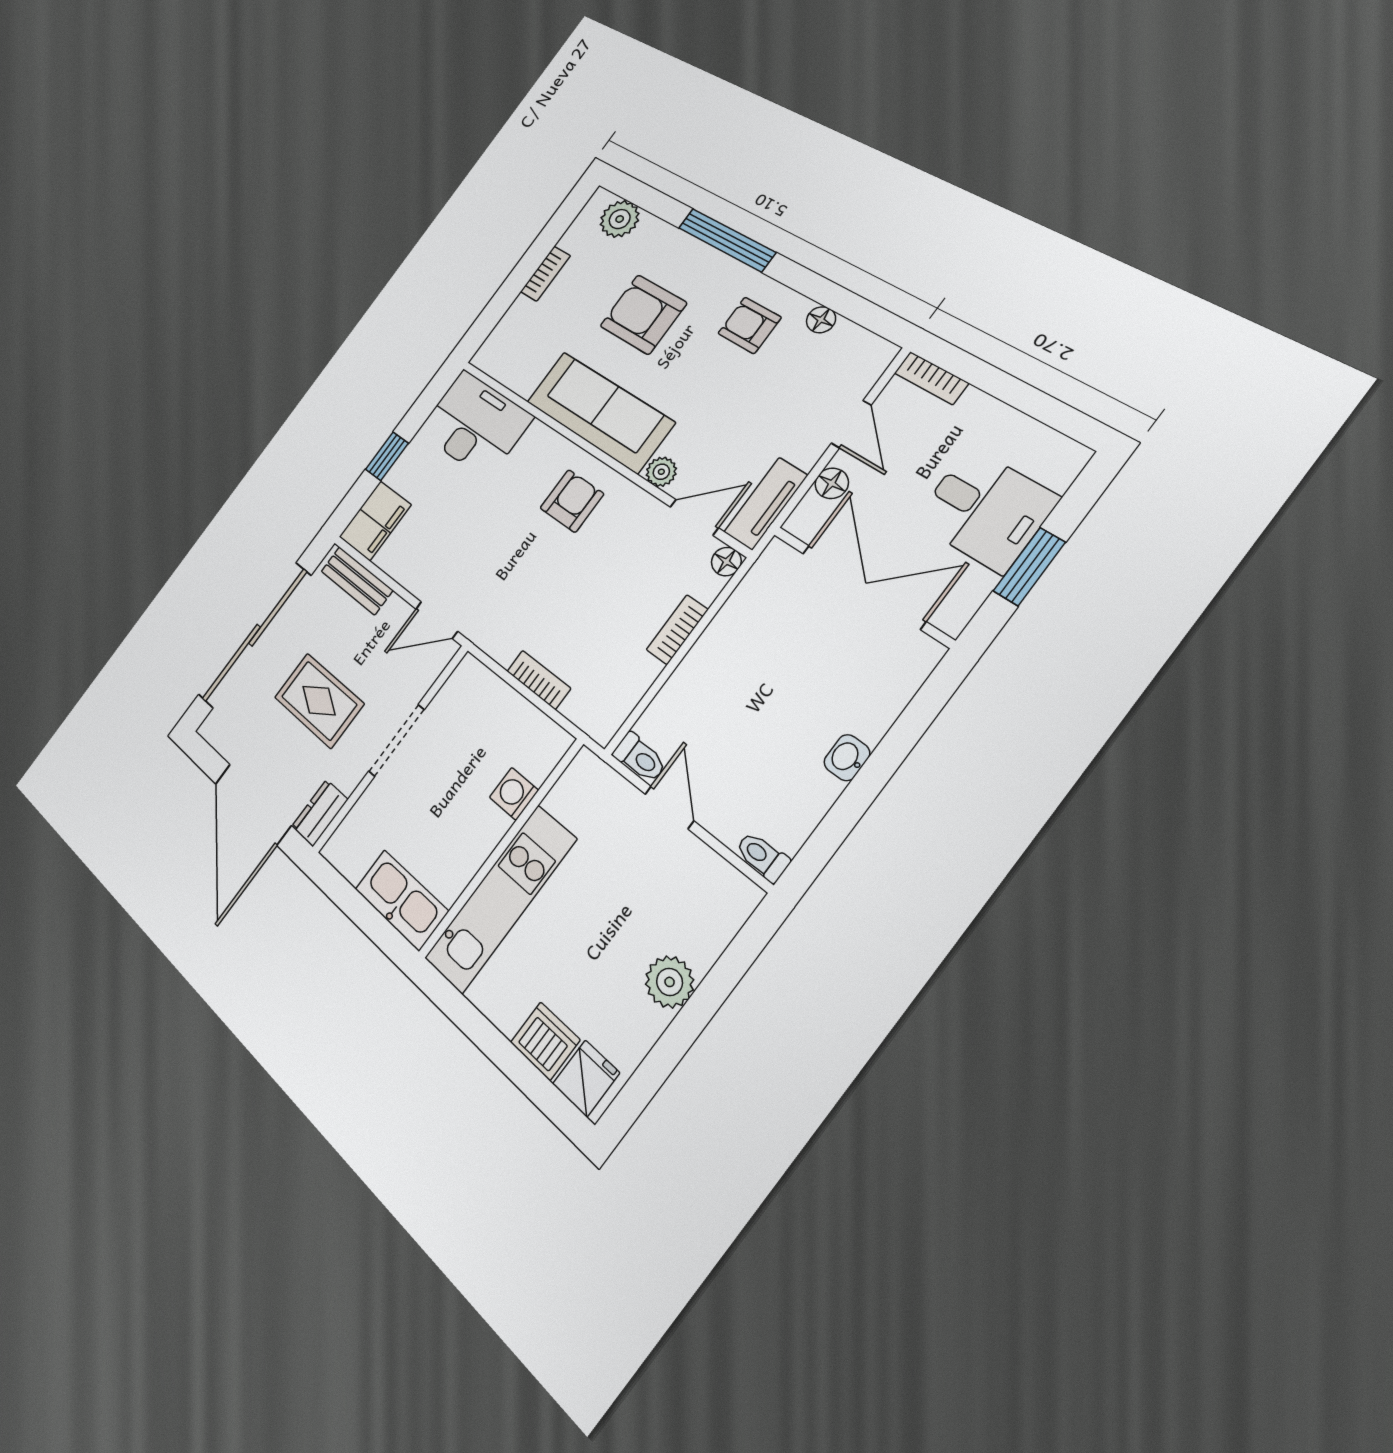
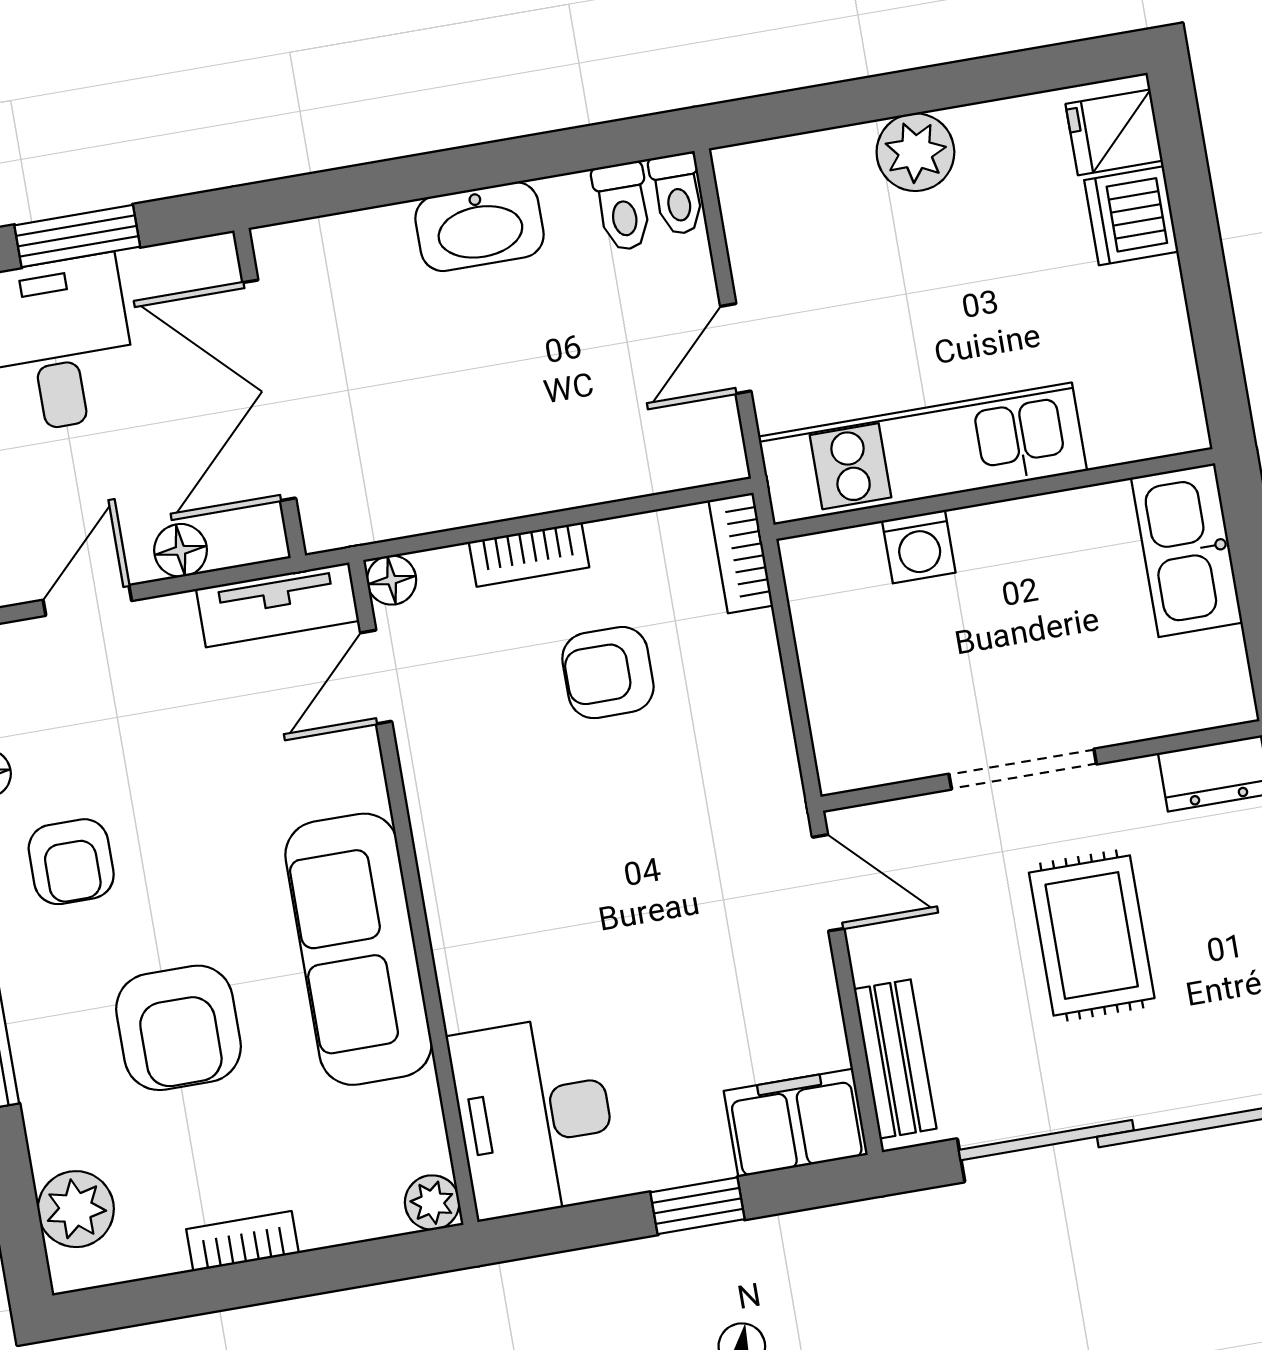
plant: (661, 472) -> (432, 1202), moved
armchair: (572, 501) -> (608, 673), moved
door: (694, 517) -> (376, 677), hinge flipped
bookcase: (539, 680) -> (741, 553), moved
toilet: (640, 758) -> (623, 207), moved, turned 180
washbasin: (847, 758) -> (480, 227), width x1.91, depth x1.45
kitchen unit: (500, 899) -> (923, 454), moved

